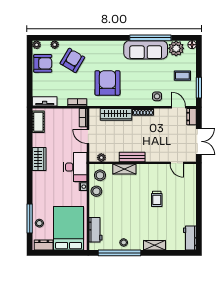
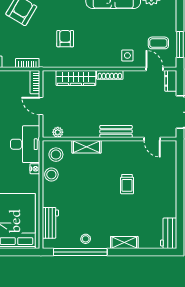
coffee table: (182, 76) -> (158, 43), moved
armchair: (107, 83) -> (65, 39), width x0.53, depth x0.53
bench: (132, 157) -> (116, 131), moved

